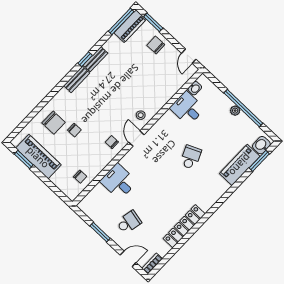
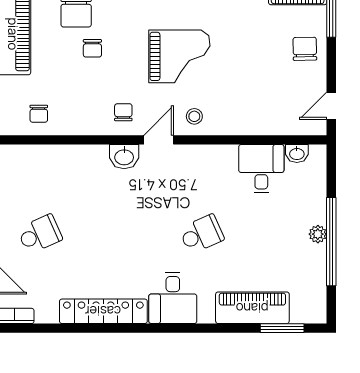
grand piano: (111, 98) -> (179, 56), added
washbasin: (261, 145) -> (124, 157), moved, turned 180
desk: (119, 182) -> (173, 298), moved, turned 180
school desk: (129, 222) -> (40, 234), turned -36

